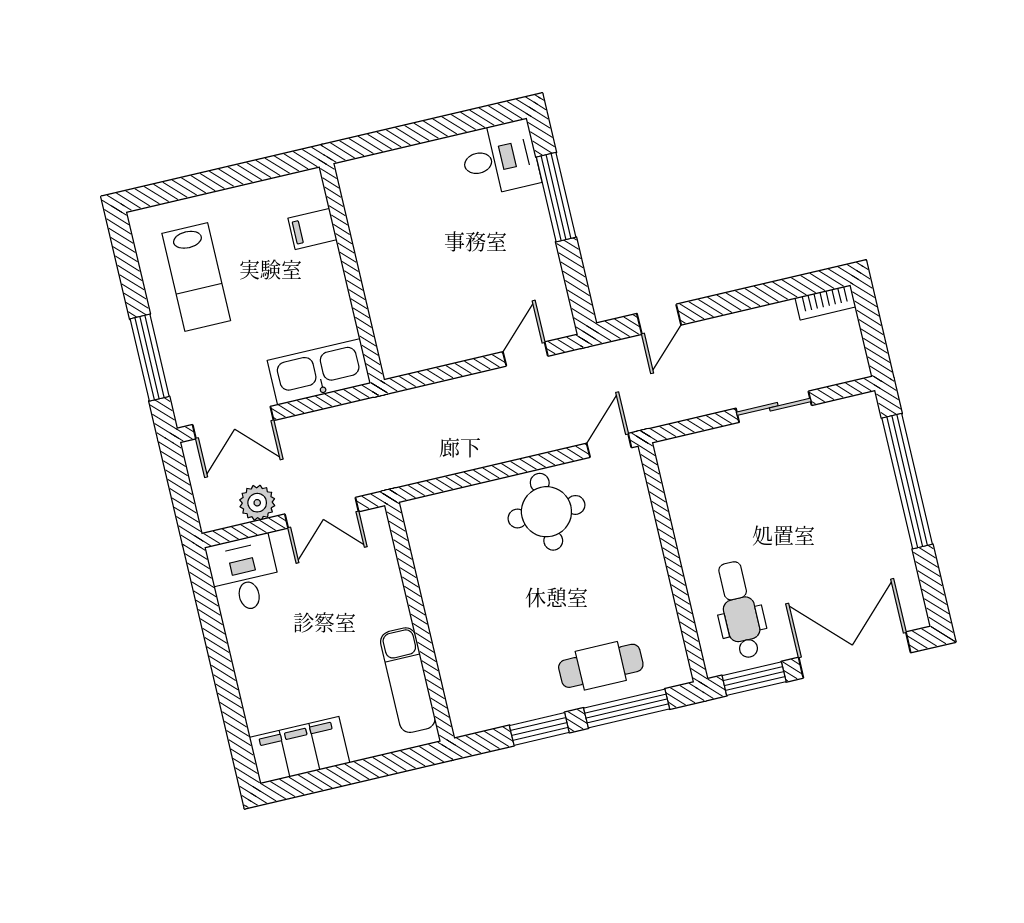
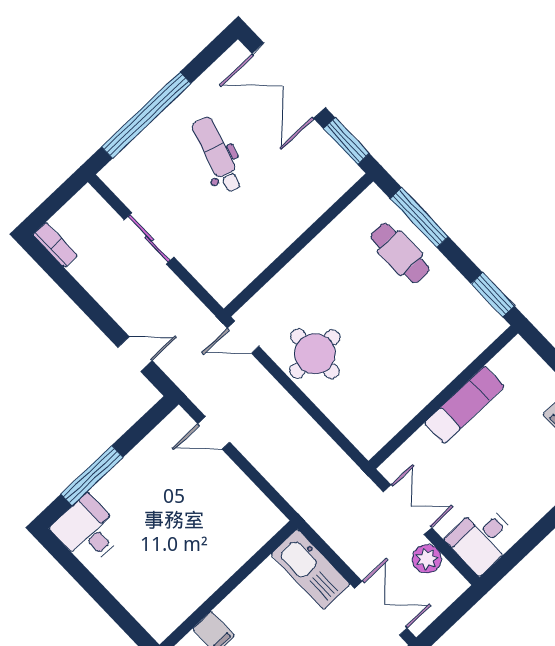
dental chair: (739, 610) -> (217, 155), moved, turned 107
exam couch: (408, 680) -> (464, 405), moved
window: (539, 729) -> (493, 295), moved

